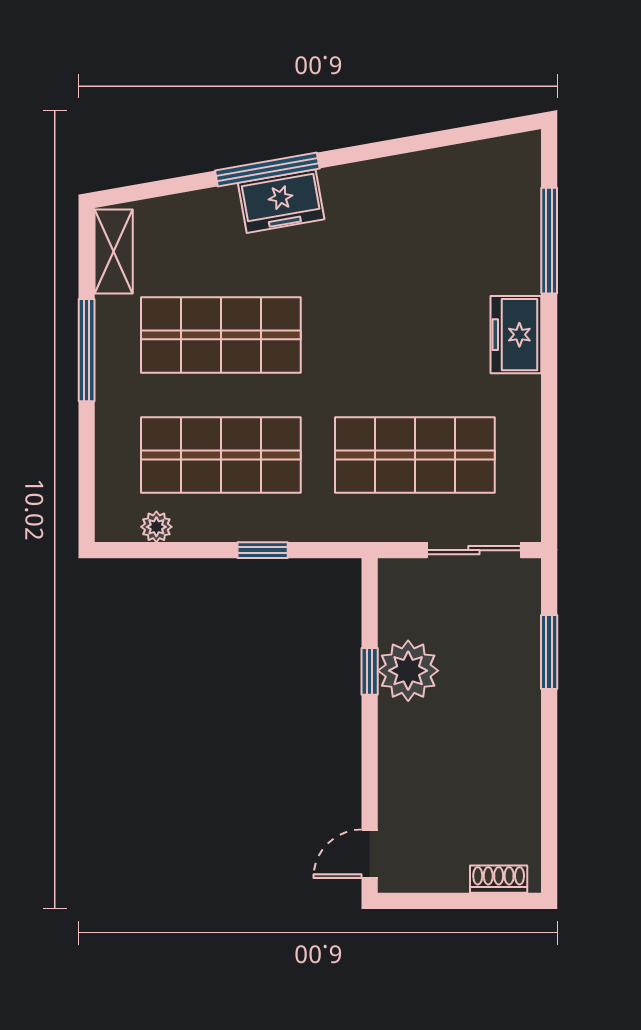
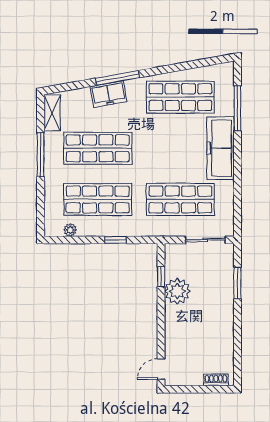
freezer: (281, 201) -> (108, 94), moved
shop shelf: (415, 215) -> (180, 97), added
freezer: (516, 335) -> (220, 148), width x1.91, depth x1.26
window: (370, 671) -> (161, 277), moved

